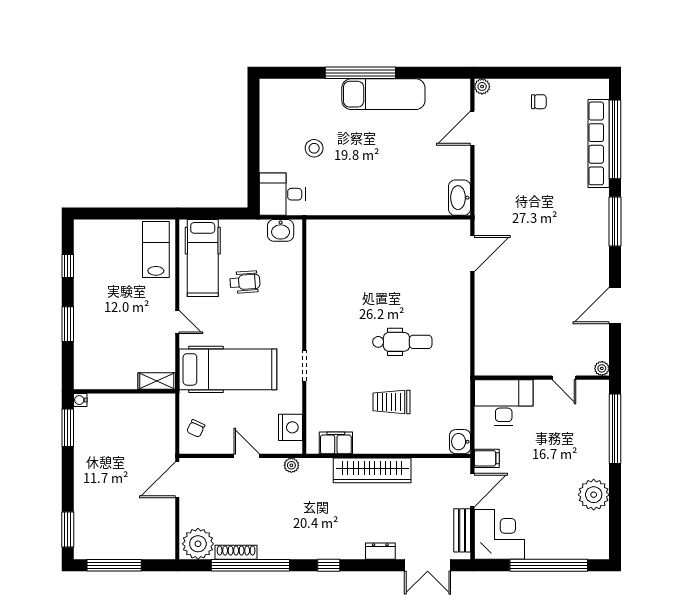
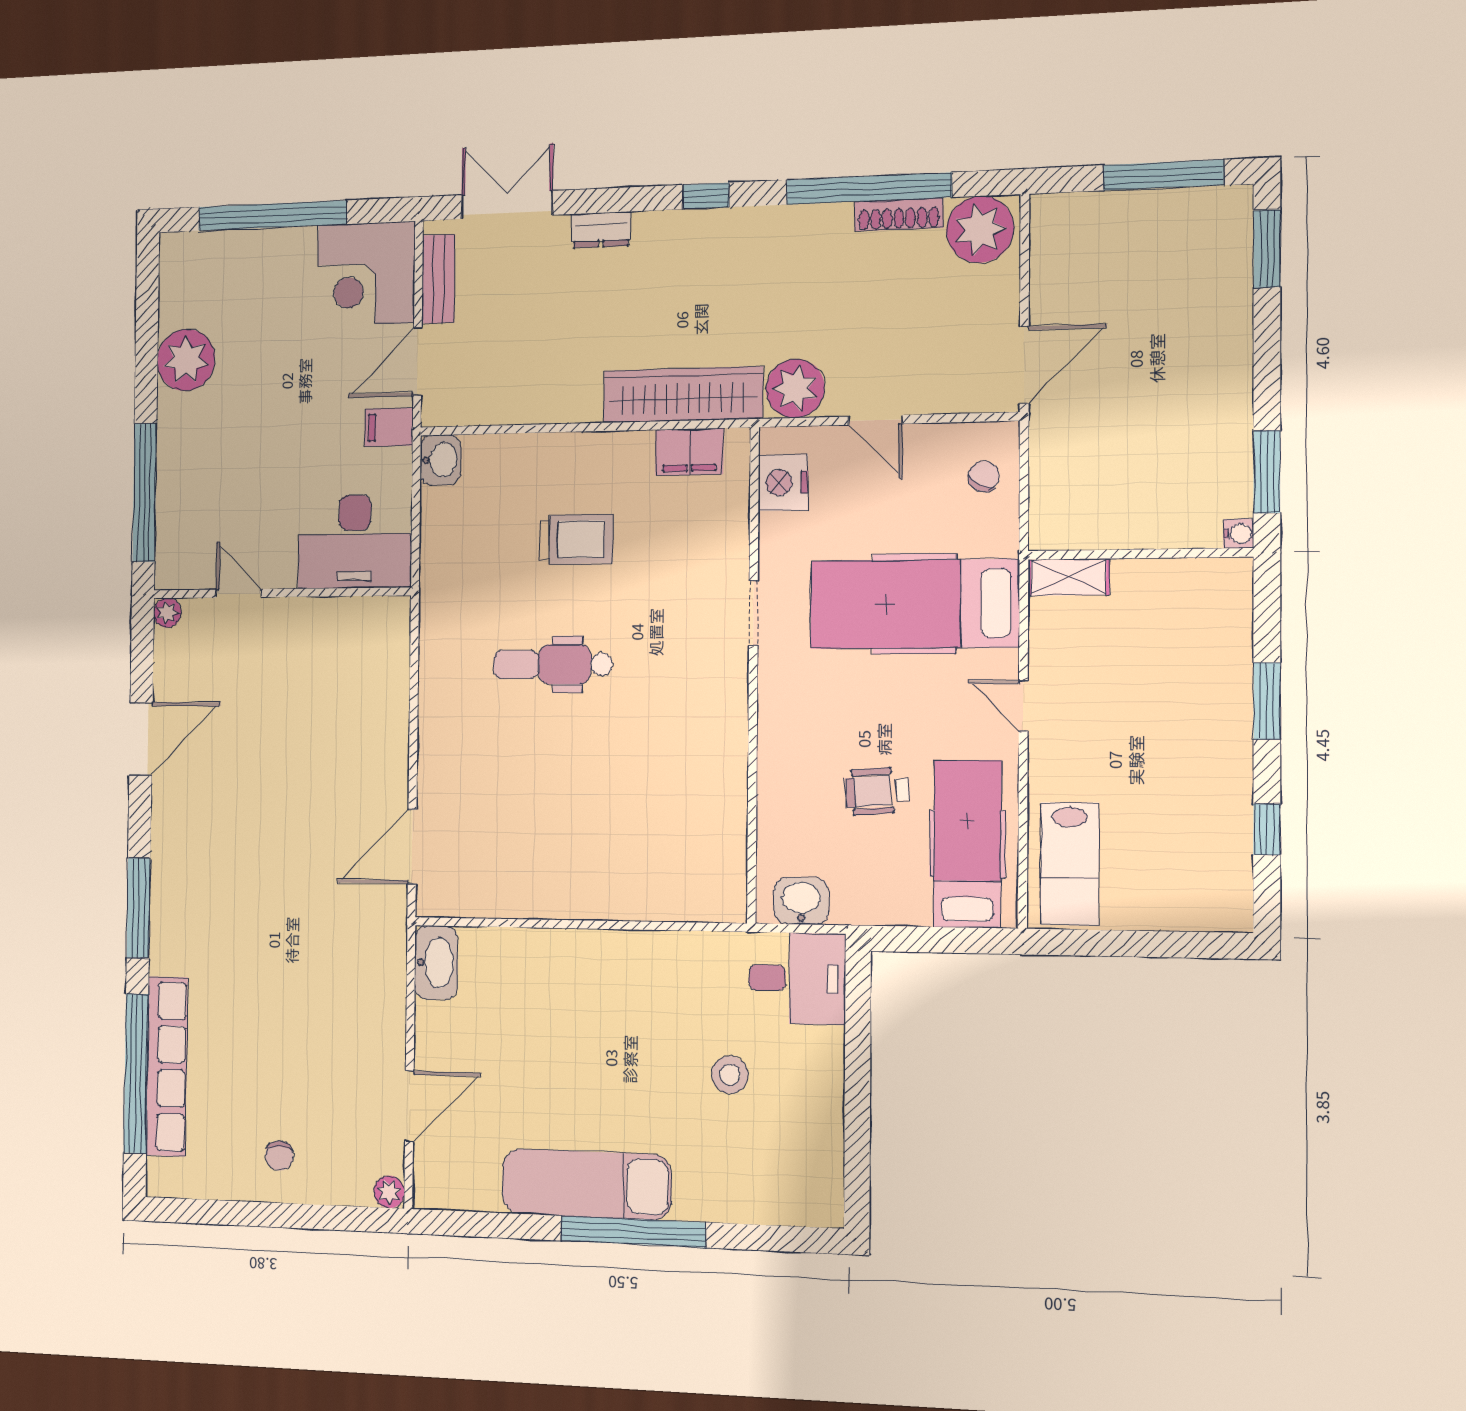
chair: (539, 102) -> (279, 1156), turned -90
plant: (291, 465) -> (795, 388), width x1.88, depth x1.88
wardrobe: (372, 470) -> (683, 395), moved

